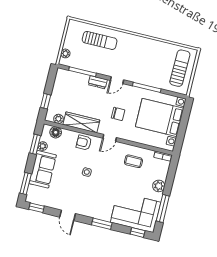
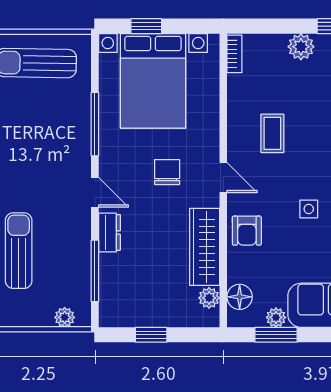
window: (46, 101) -> (151, 335), moved
window: (184, 120) -> (146, 26), added
coffee table: (133, 161) -> (272, 133), moved

